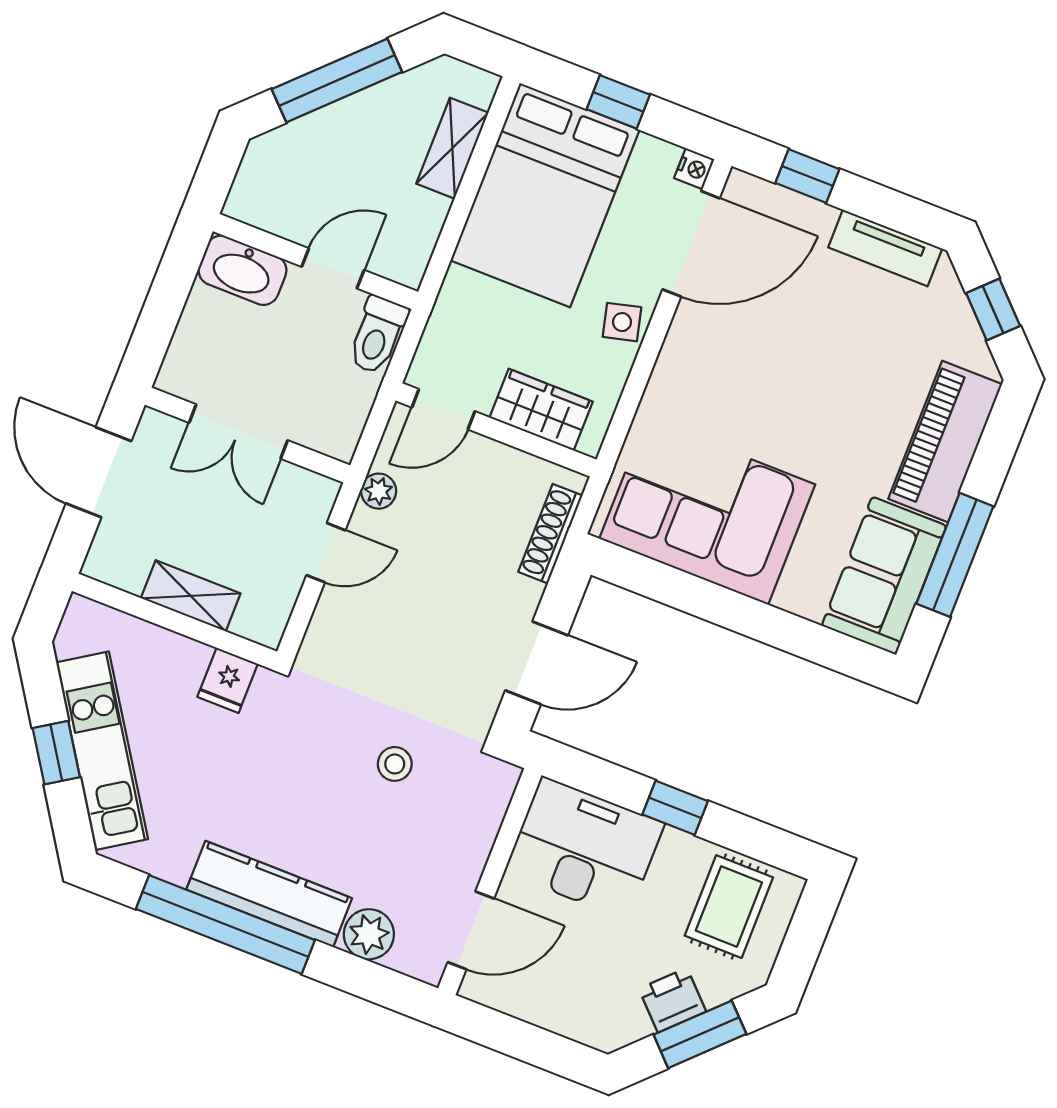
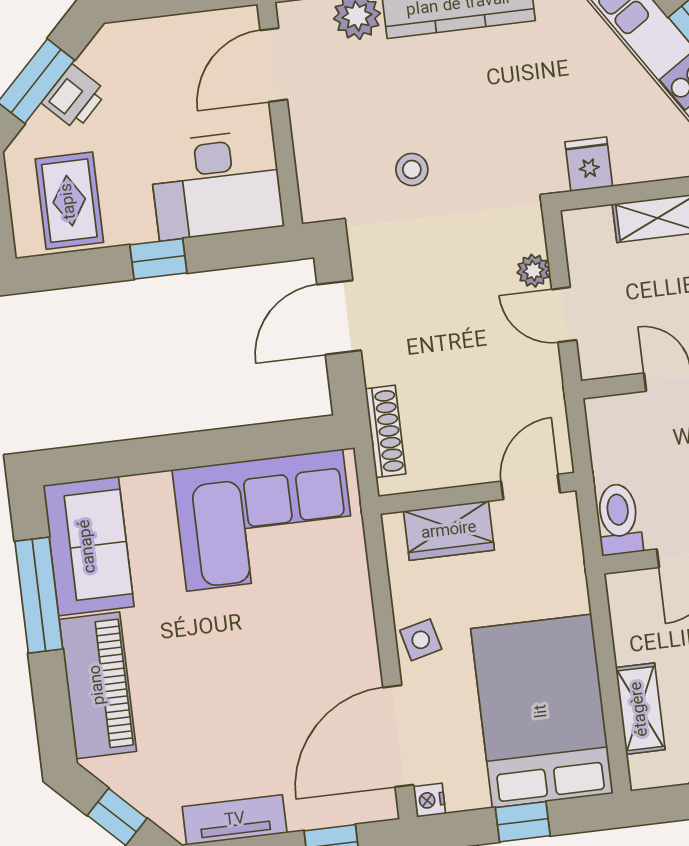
plant: (379, 491) -> (533, 271), moved
door: (326, 553) -> (564, 315), hinge flipped

